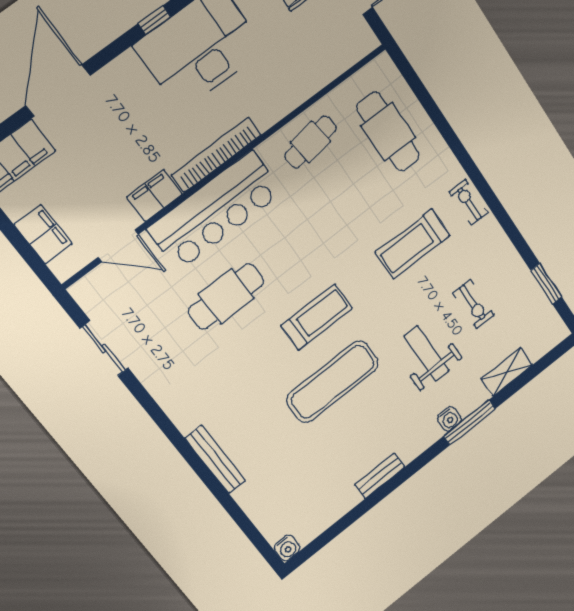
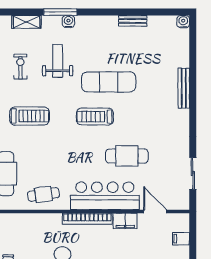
filing cabinet: (43, 234) -> (181, 239), width x0.50
weight bench: (427, 353) -> (58, 61), turned 180
bench: (380, 476) -> (133, 21), moved

